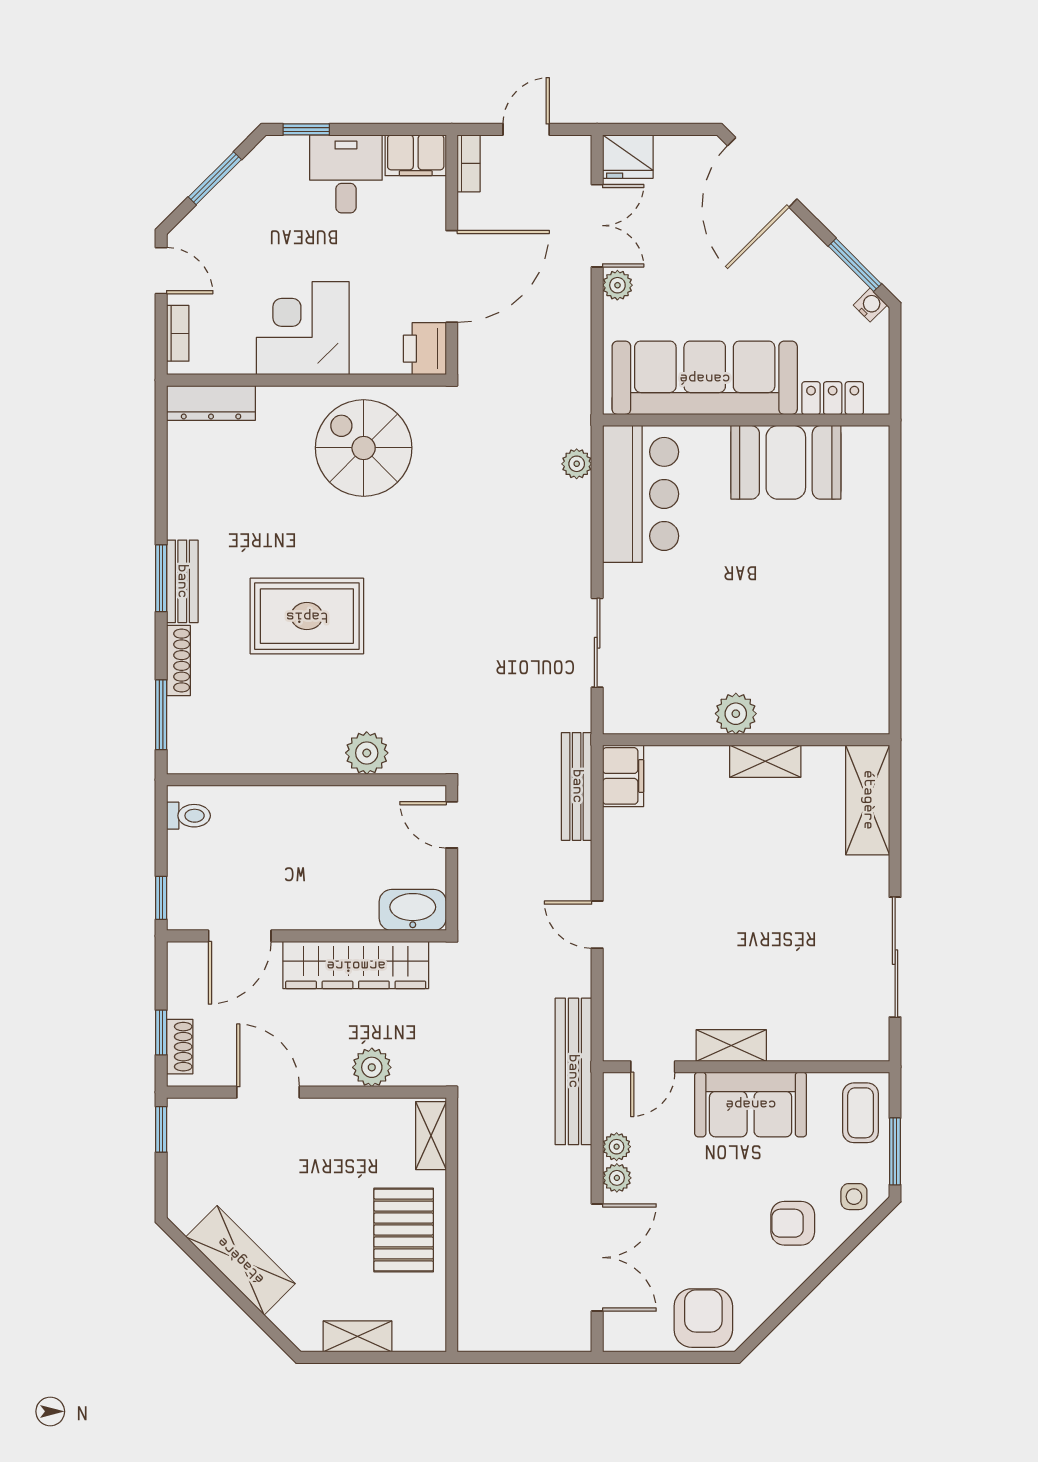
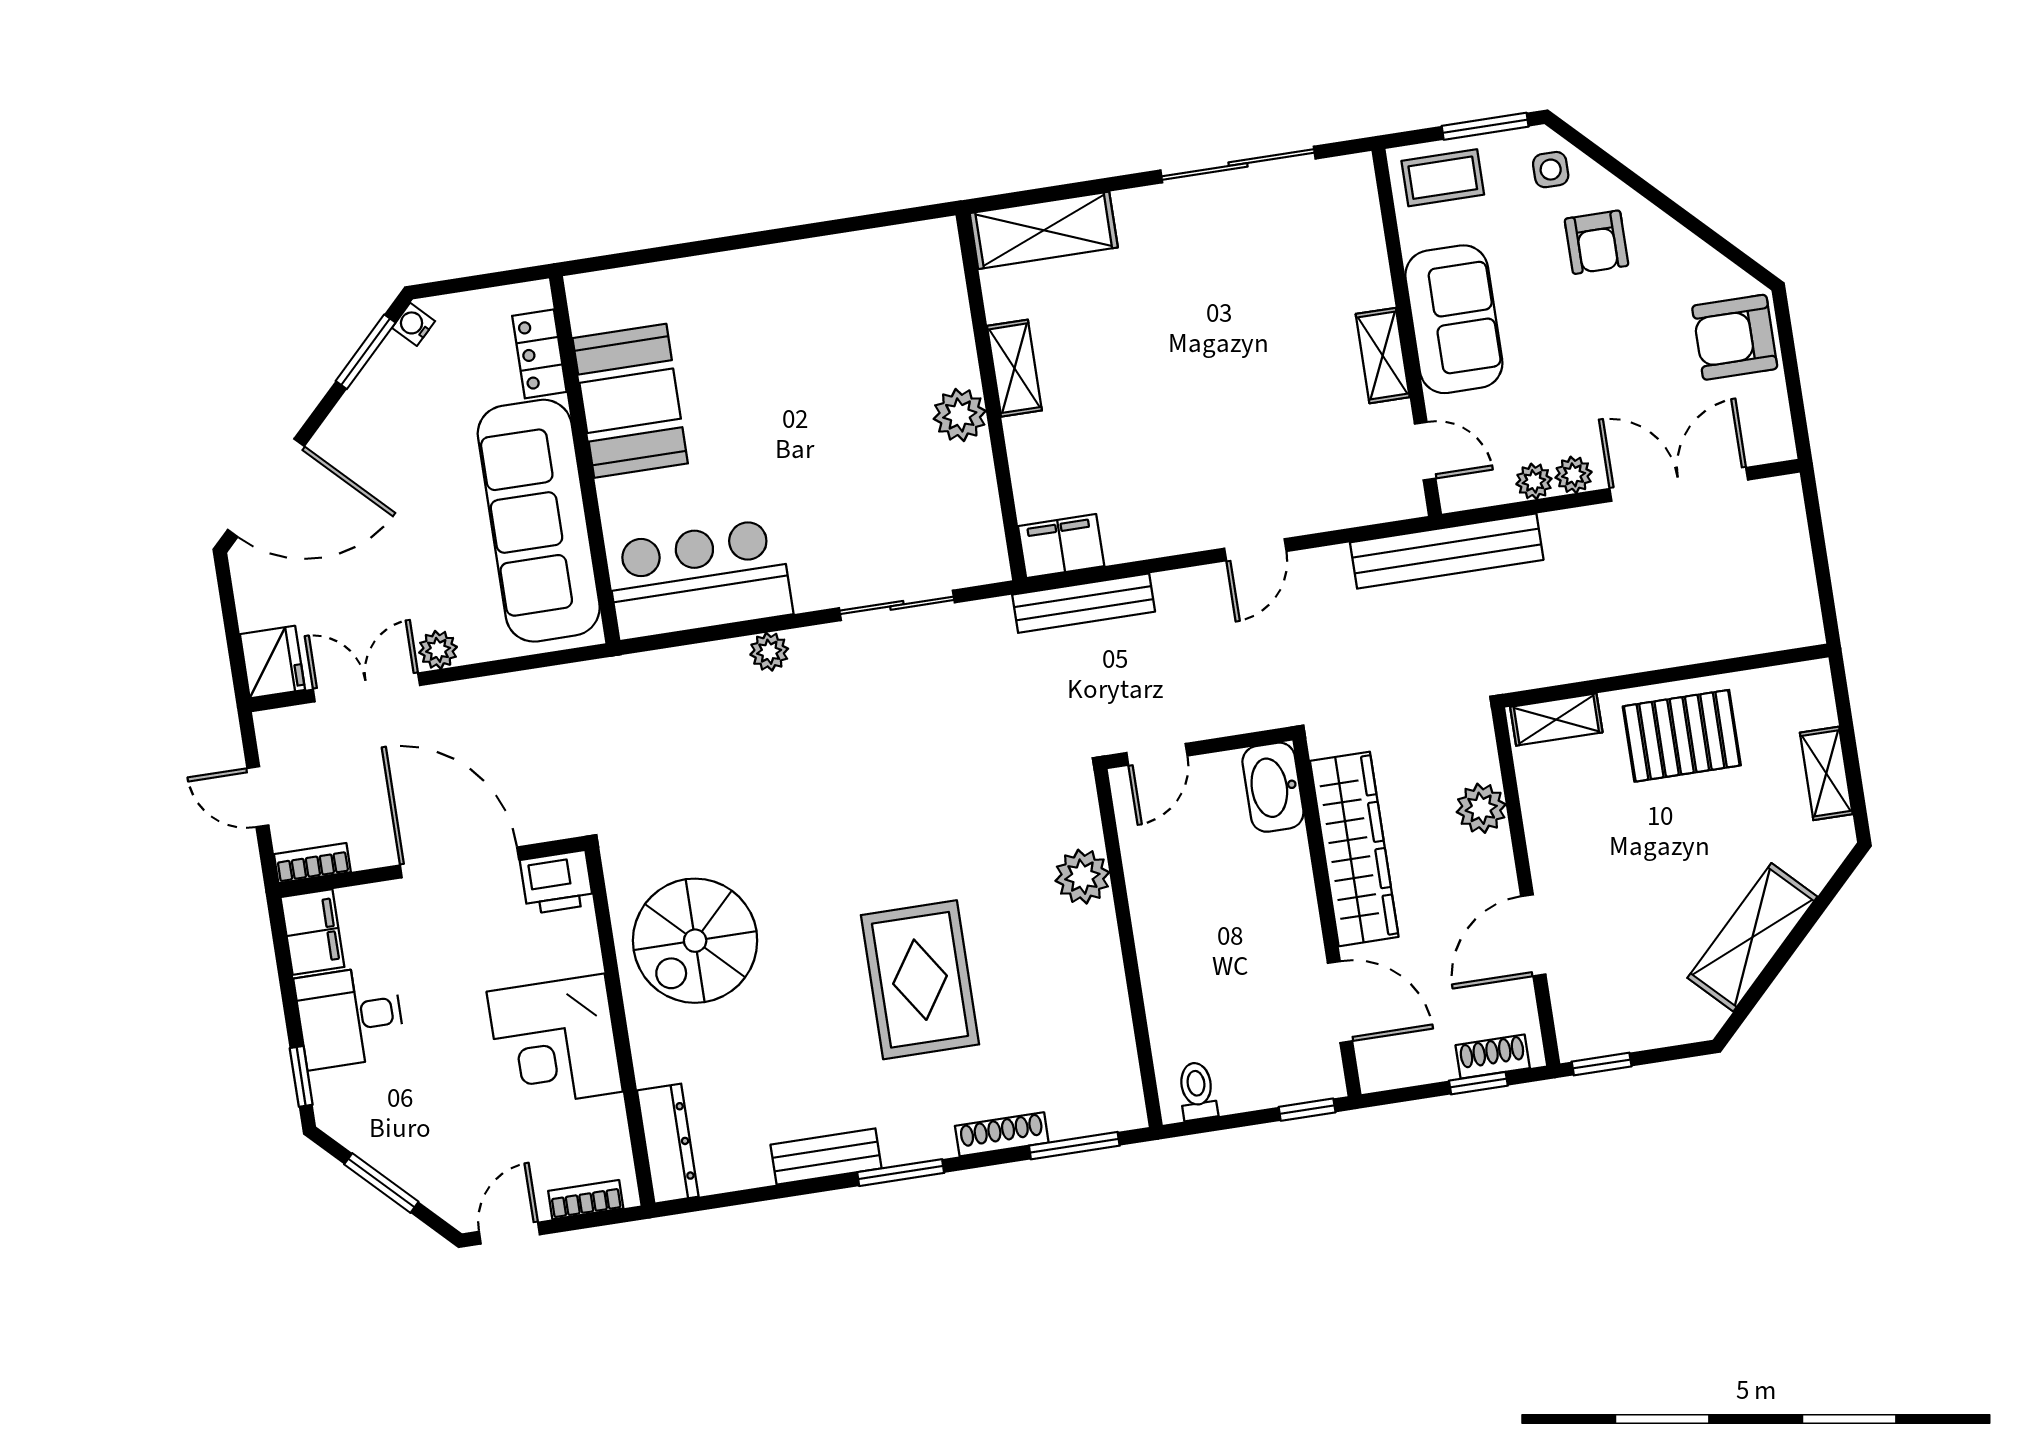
plant: (577, 464) -> (769, 652), moved
bench: (182, 581) -> (826, 1156), moved

